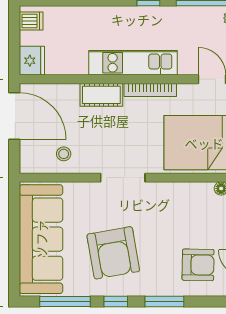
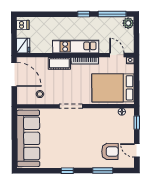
armchair: (113, 253) -> (66, 145), removed
window: (65, 302) -> (41, 171), removed
window: (164, 302) -> (103, 171), moved

